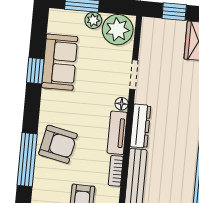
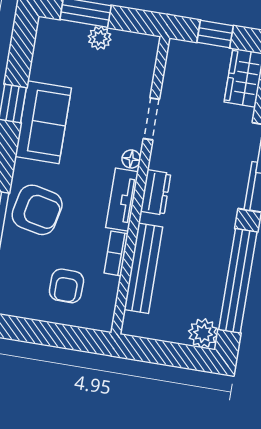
plant: (118, 30) -> (133, 54), removed
sofa: (60, 62) -> (43, 122), moved
dresser: (140, 126) -> (156, 192), width x0.70

